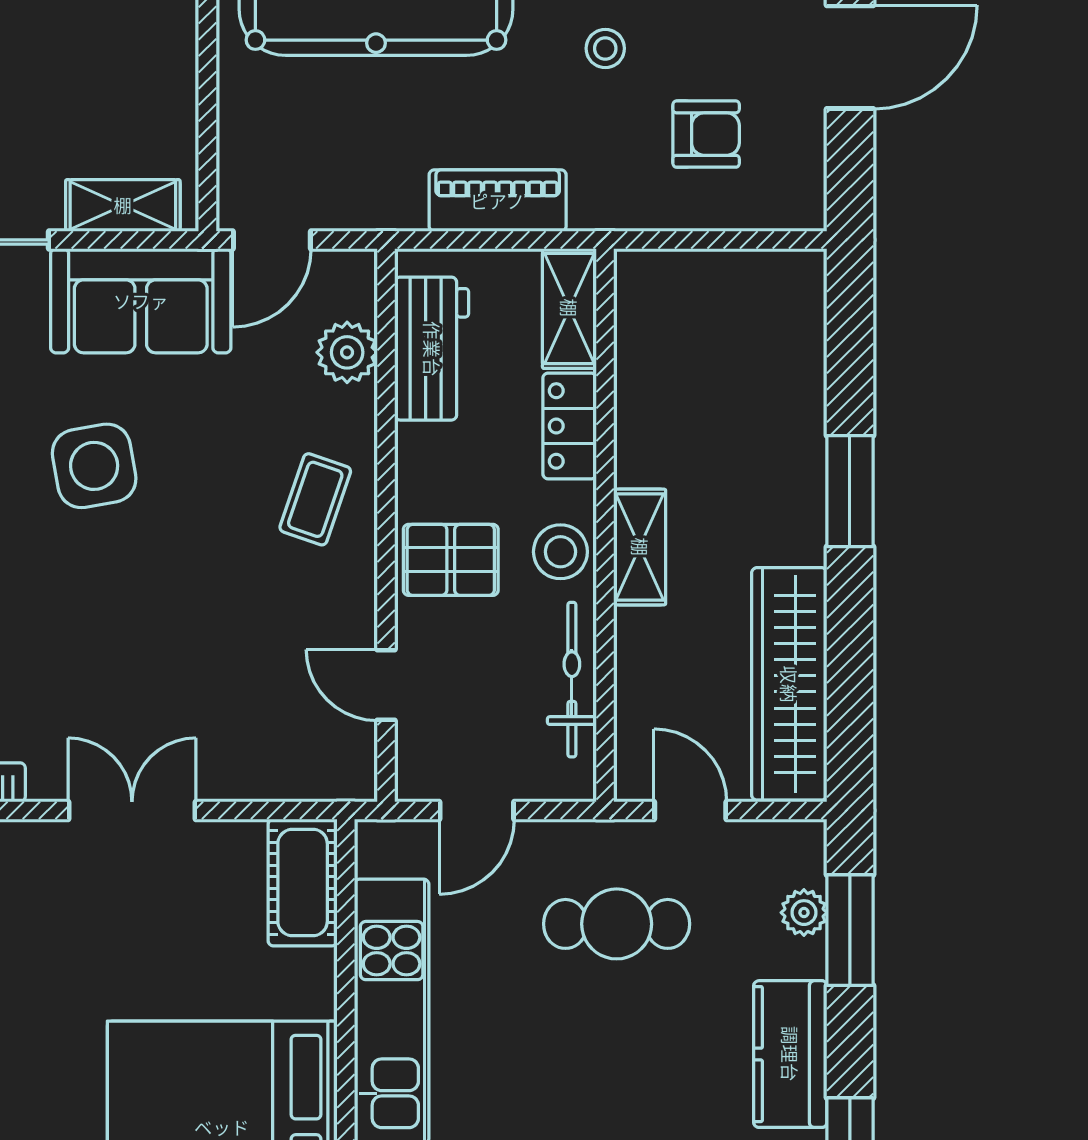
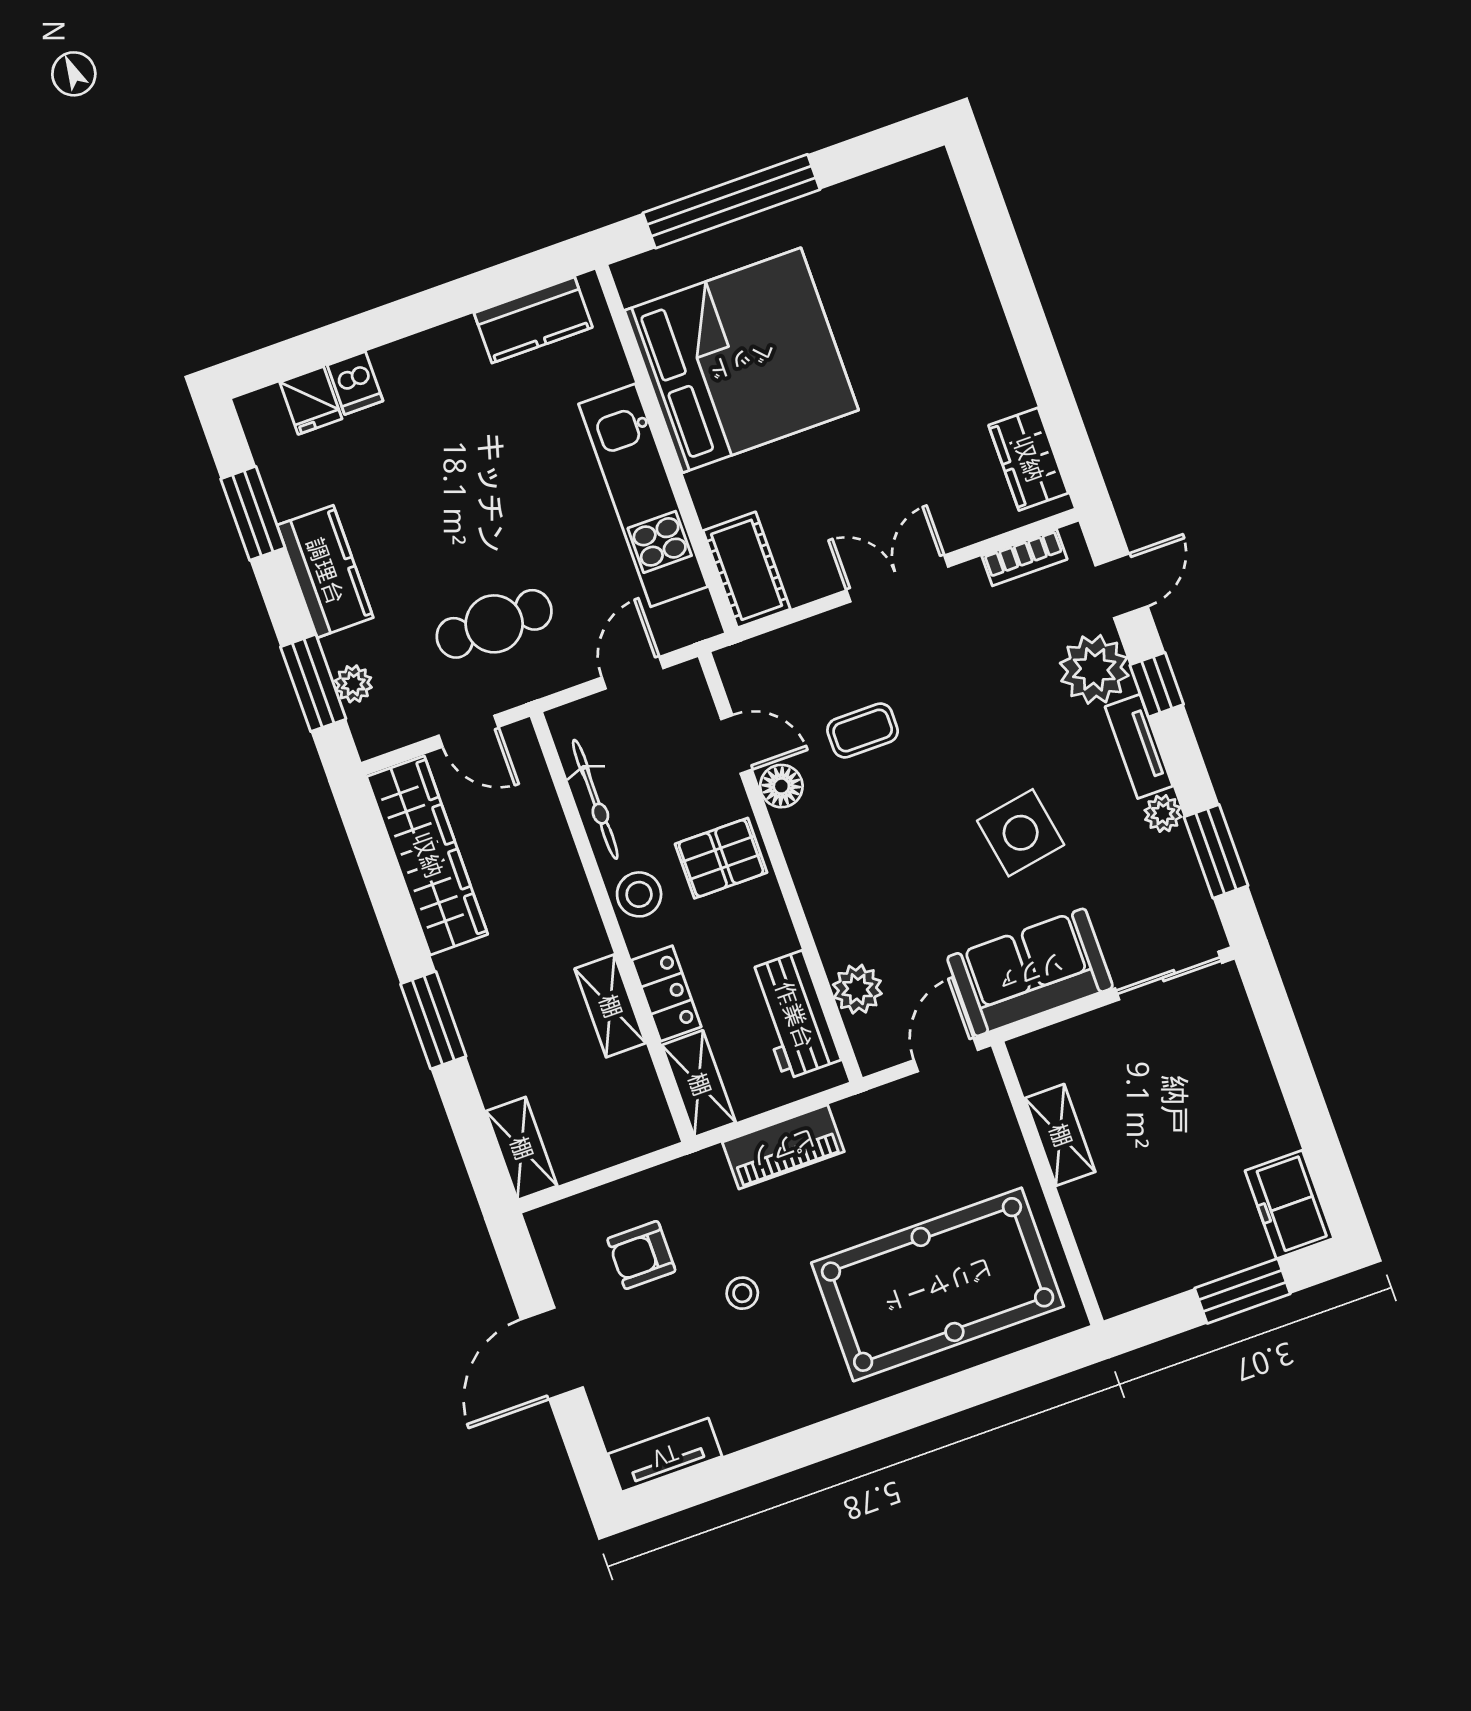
shelving: (123, 205) -> (1060, 1135), moved, turned 90
shelving: (801, 306) -> (521, 1148), added
coffee table: (315, 499) -> (863, 730), moved, turned 71
shelving: (640, 547) -> (610, 1006), moved
floor lamp: (351, 618) -> (781, 786), added
double door: (132, 810) -> (897, 579), swing flipped

